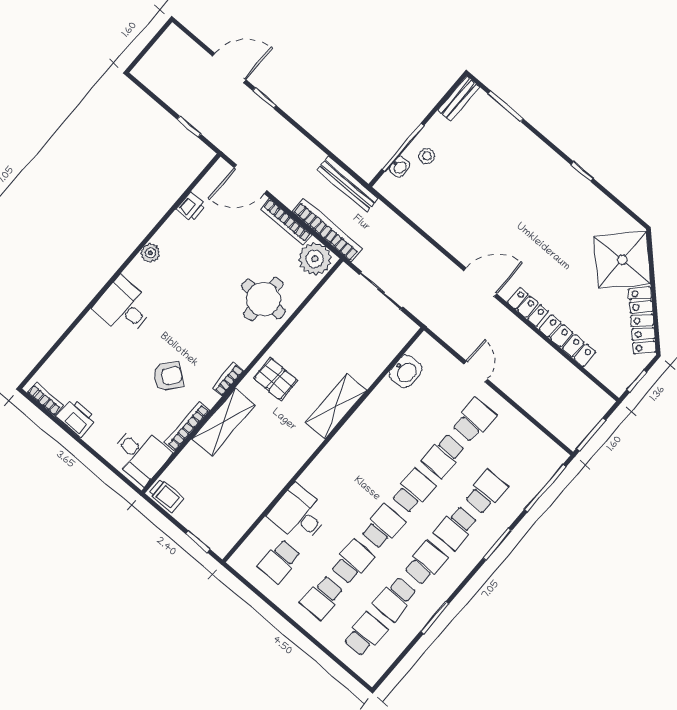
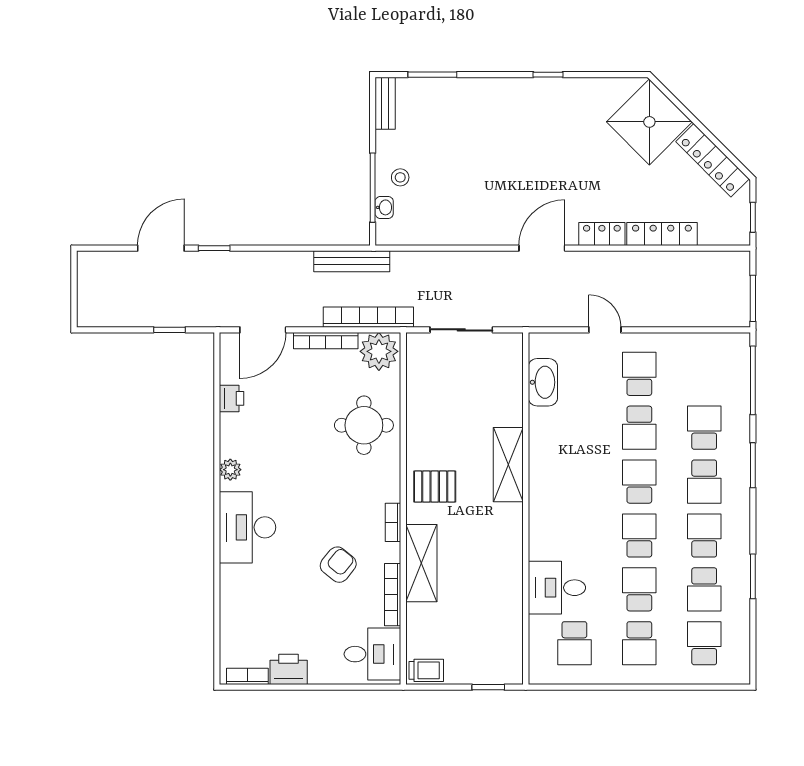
desk: (124, 307) -> (248, 527), width x1.37
washbasin: (406, 371) -> (543, 382), width x1.38

